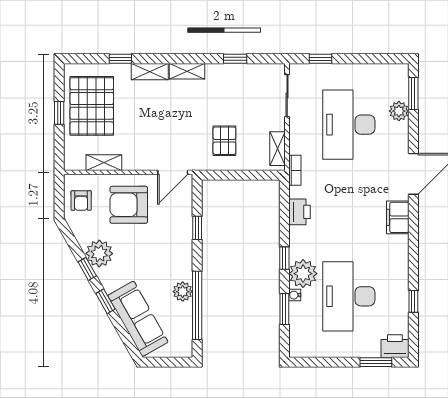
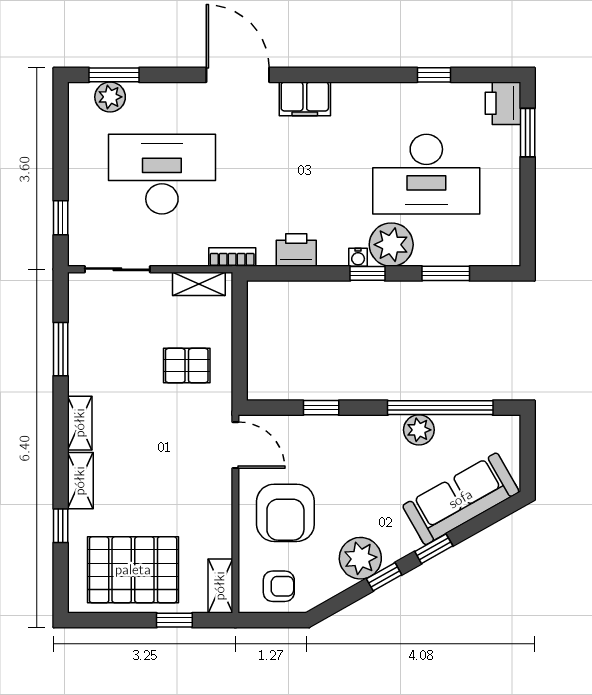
window: (235, 59) -> (61, 349), width x1.50
plant: (399, 111) -> (110, 97), moved
window: (59, 113) -> (174, 620), moved
desk: (349, 125) -> (162, 174), turned 180
shelving: (104, 163) -> (220, 586), moved
water cooler: (295, 295) -> (358, 257), moved

